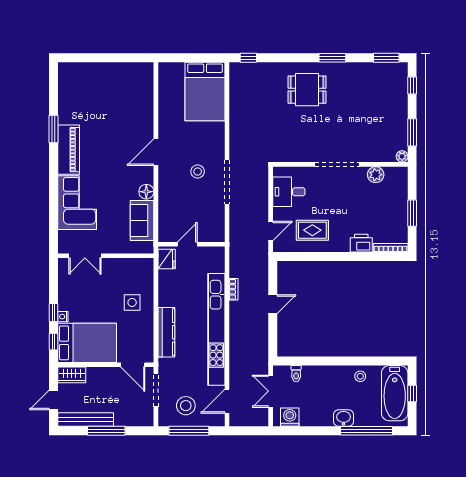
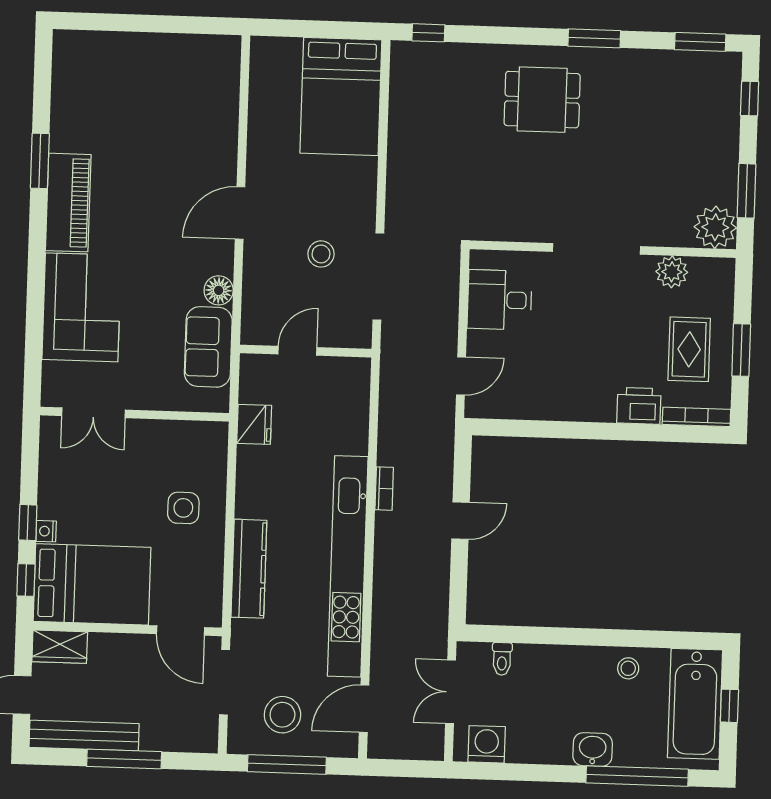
plant: (402, 156) -> (715, 227), width x1.88, depth x1.88
rug: (312, 230) -> (689, 349), moved, turned 90
door: (187, 244) -> (297, 351), moved
wall: (191, 244) -> (306, 351), moved

